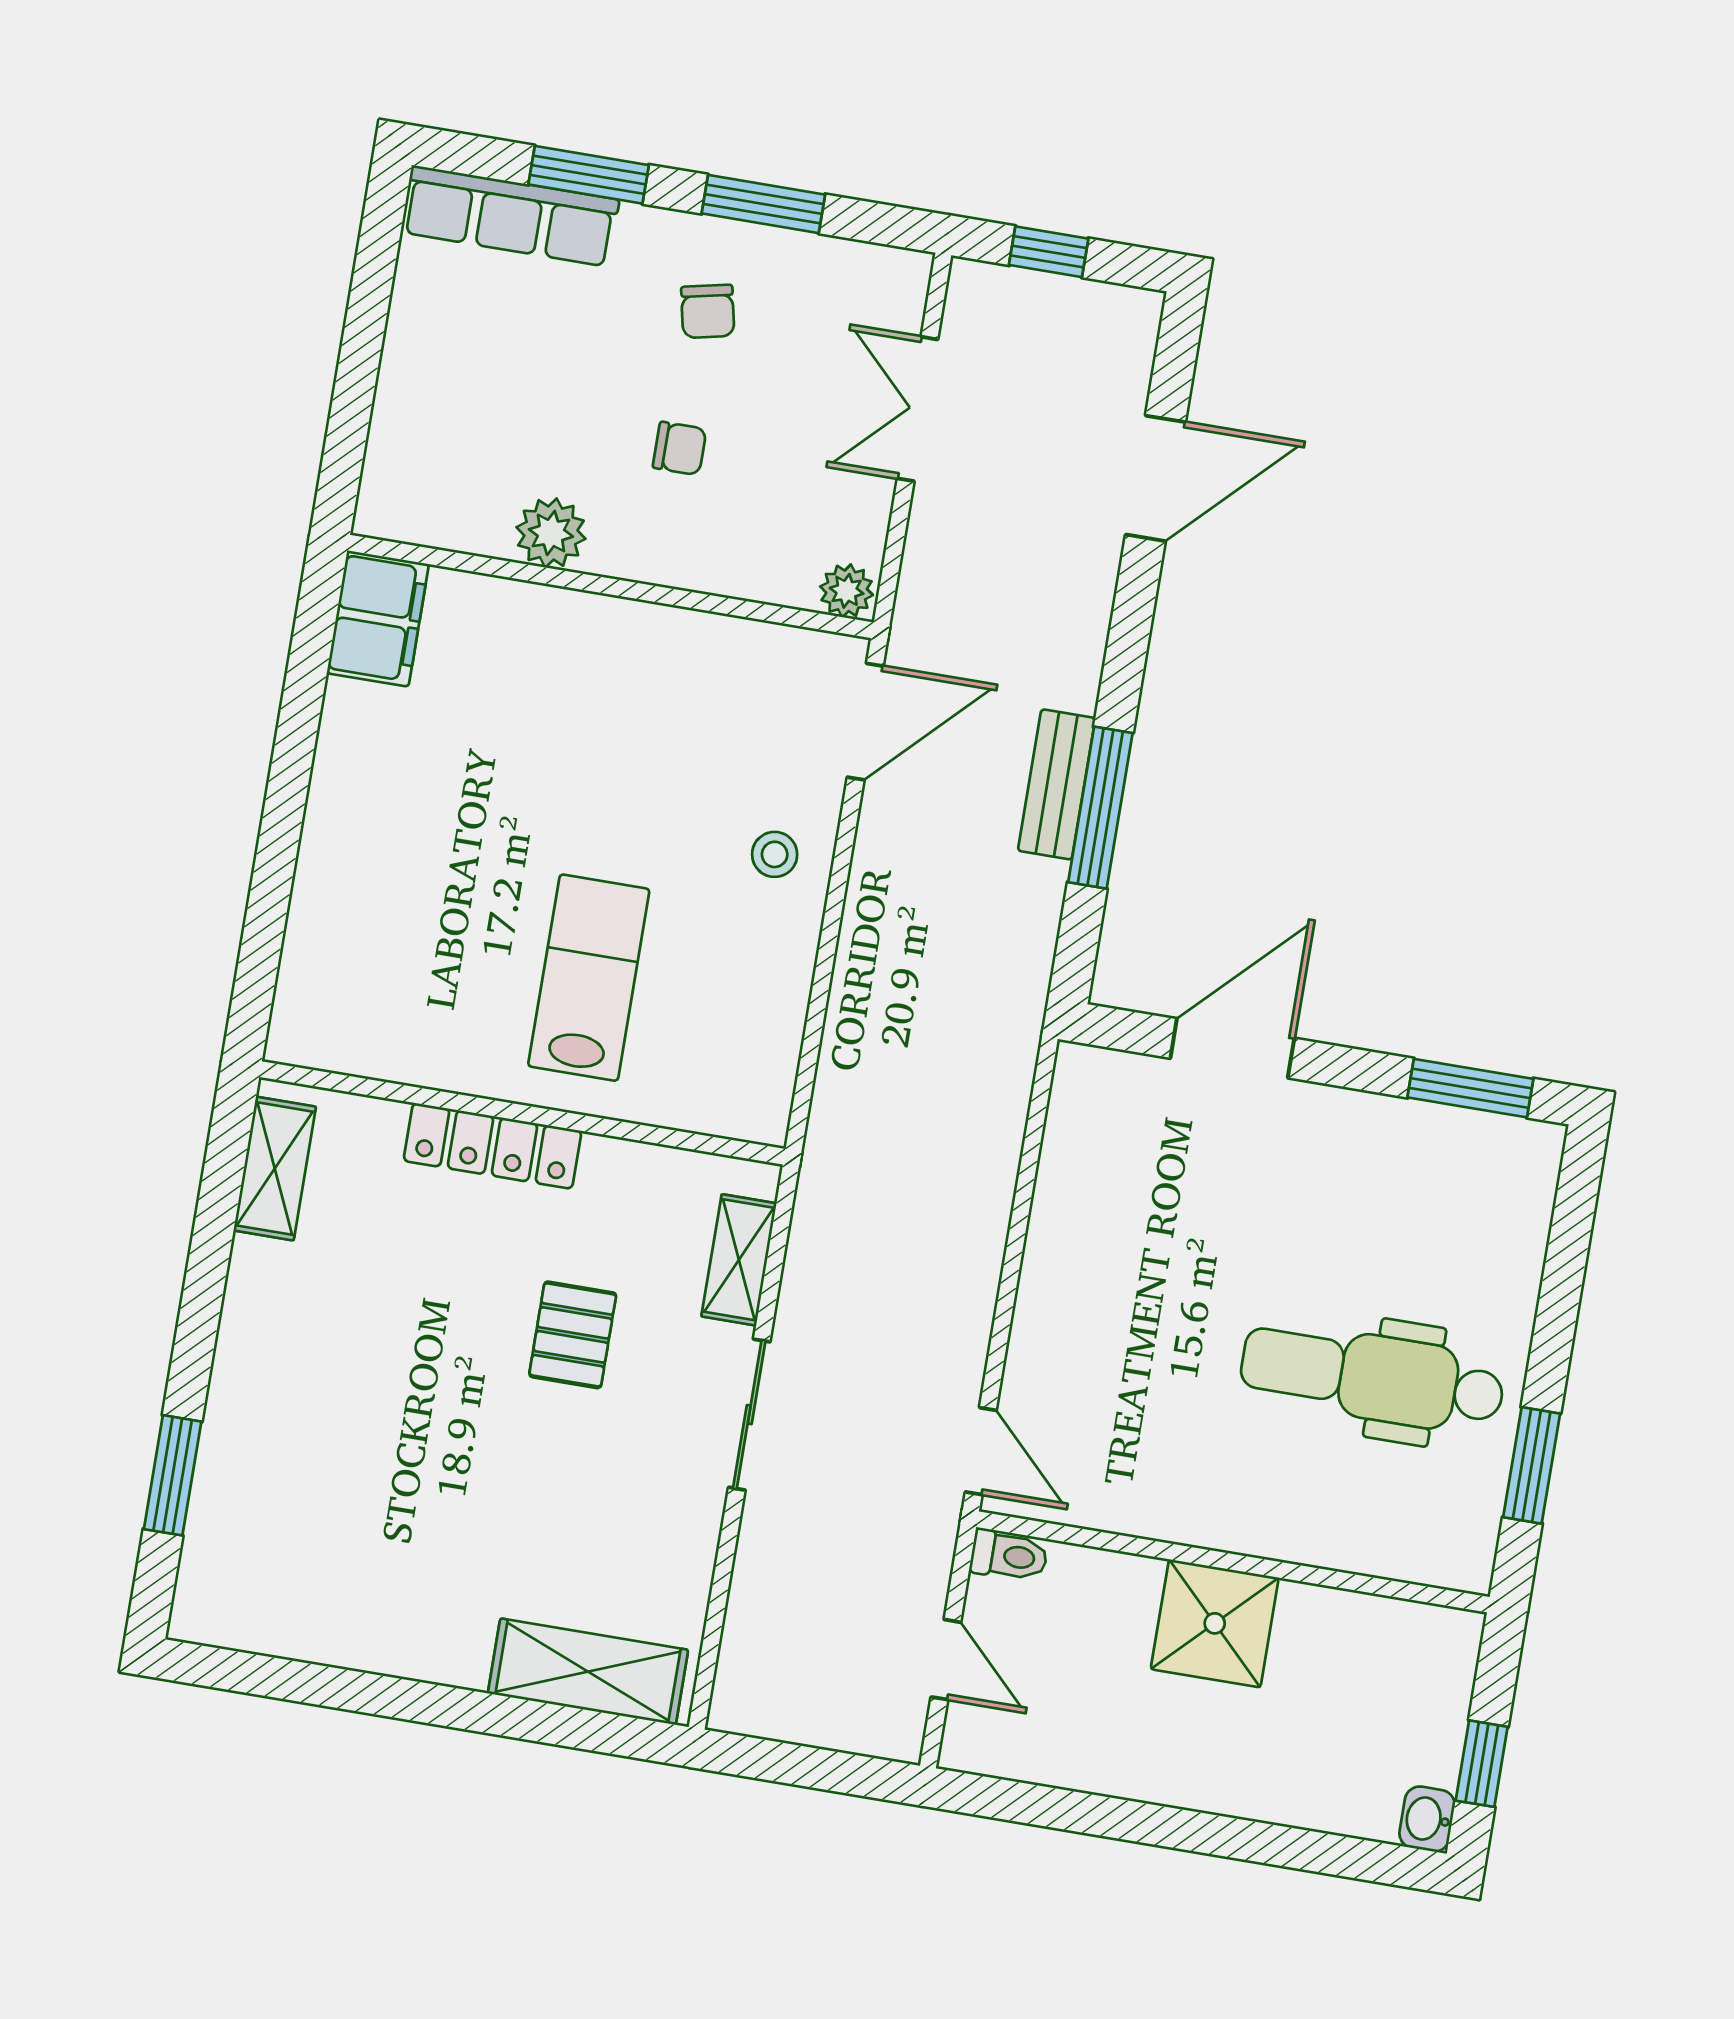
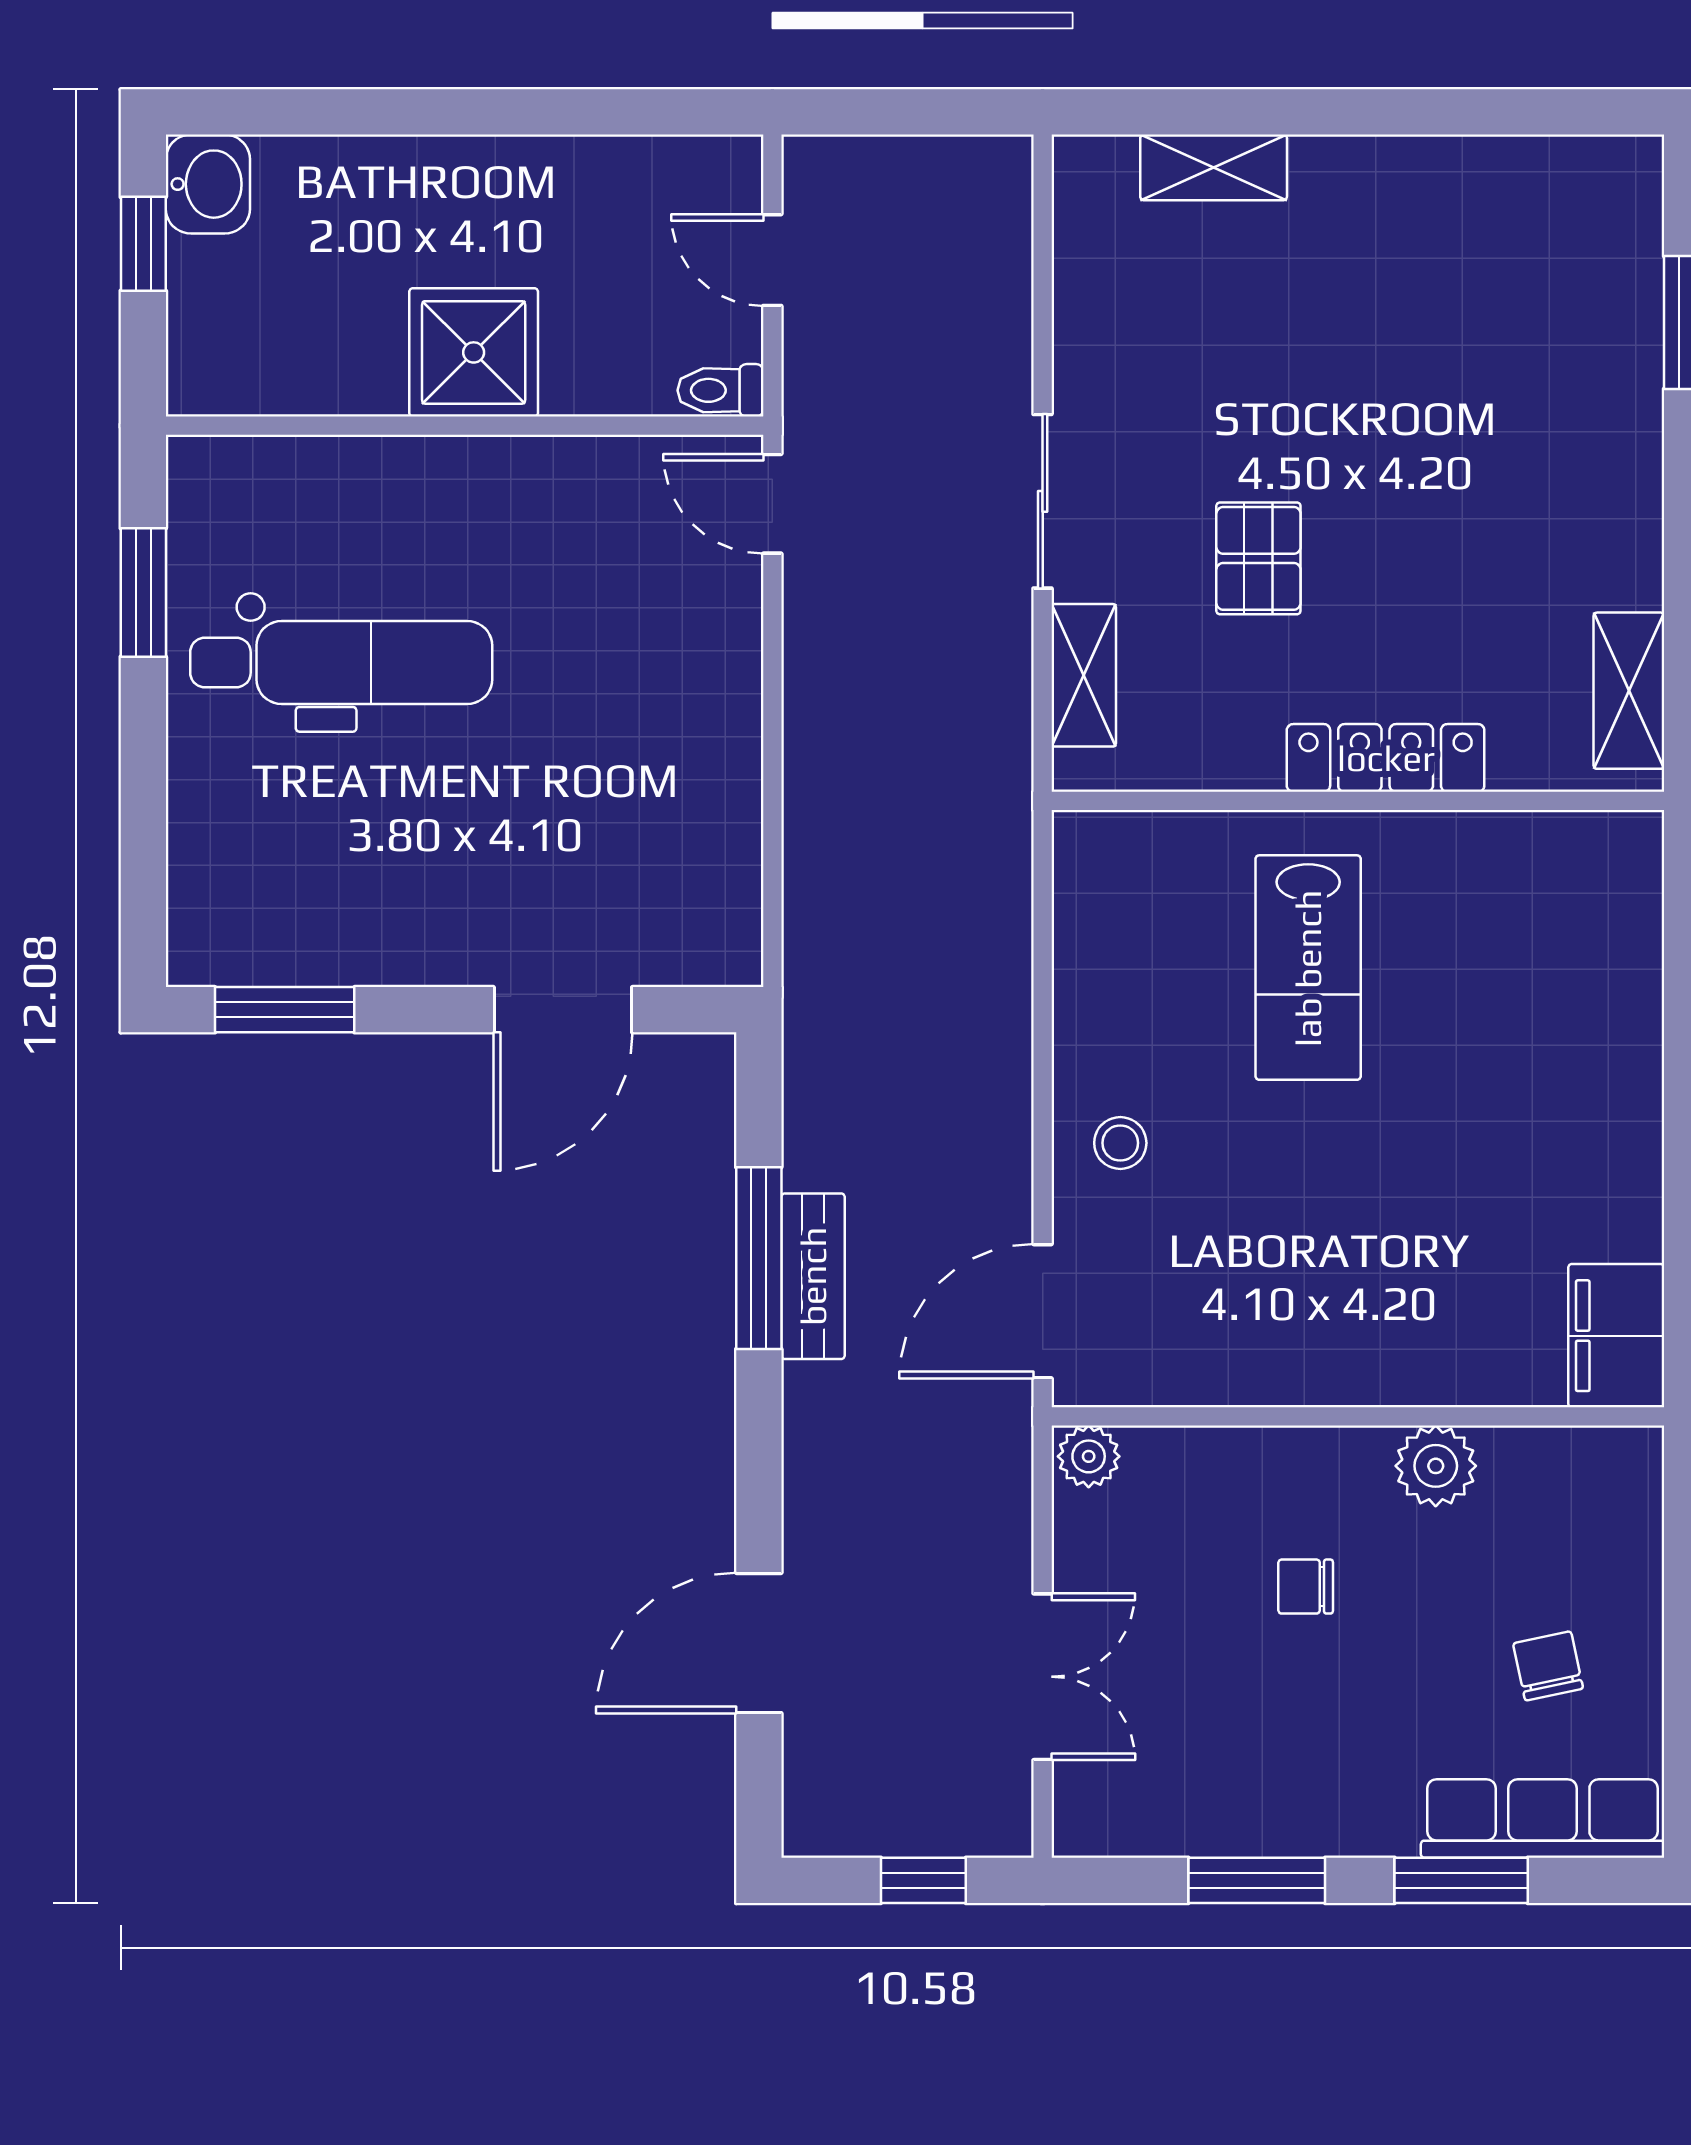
chair: (708, 311) -> (1548, 1666), moved
shelving: (588, 1672) -> (1214, 167), width x0.67, depth x0.75
washbasin: (1427, 1819) -> (208, 184), width x1.38, depth x1.45

